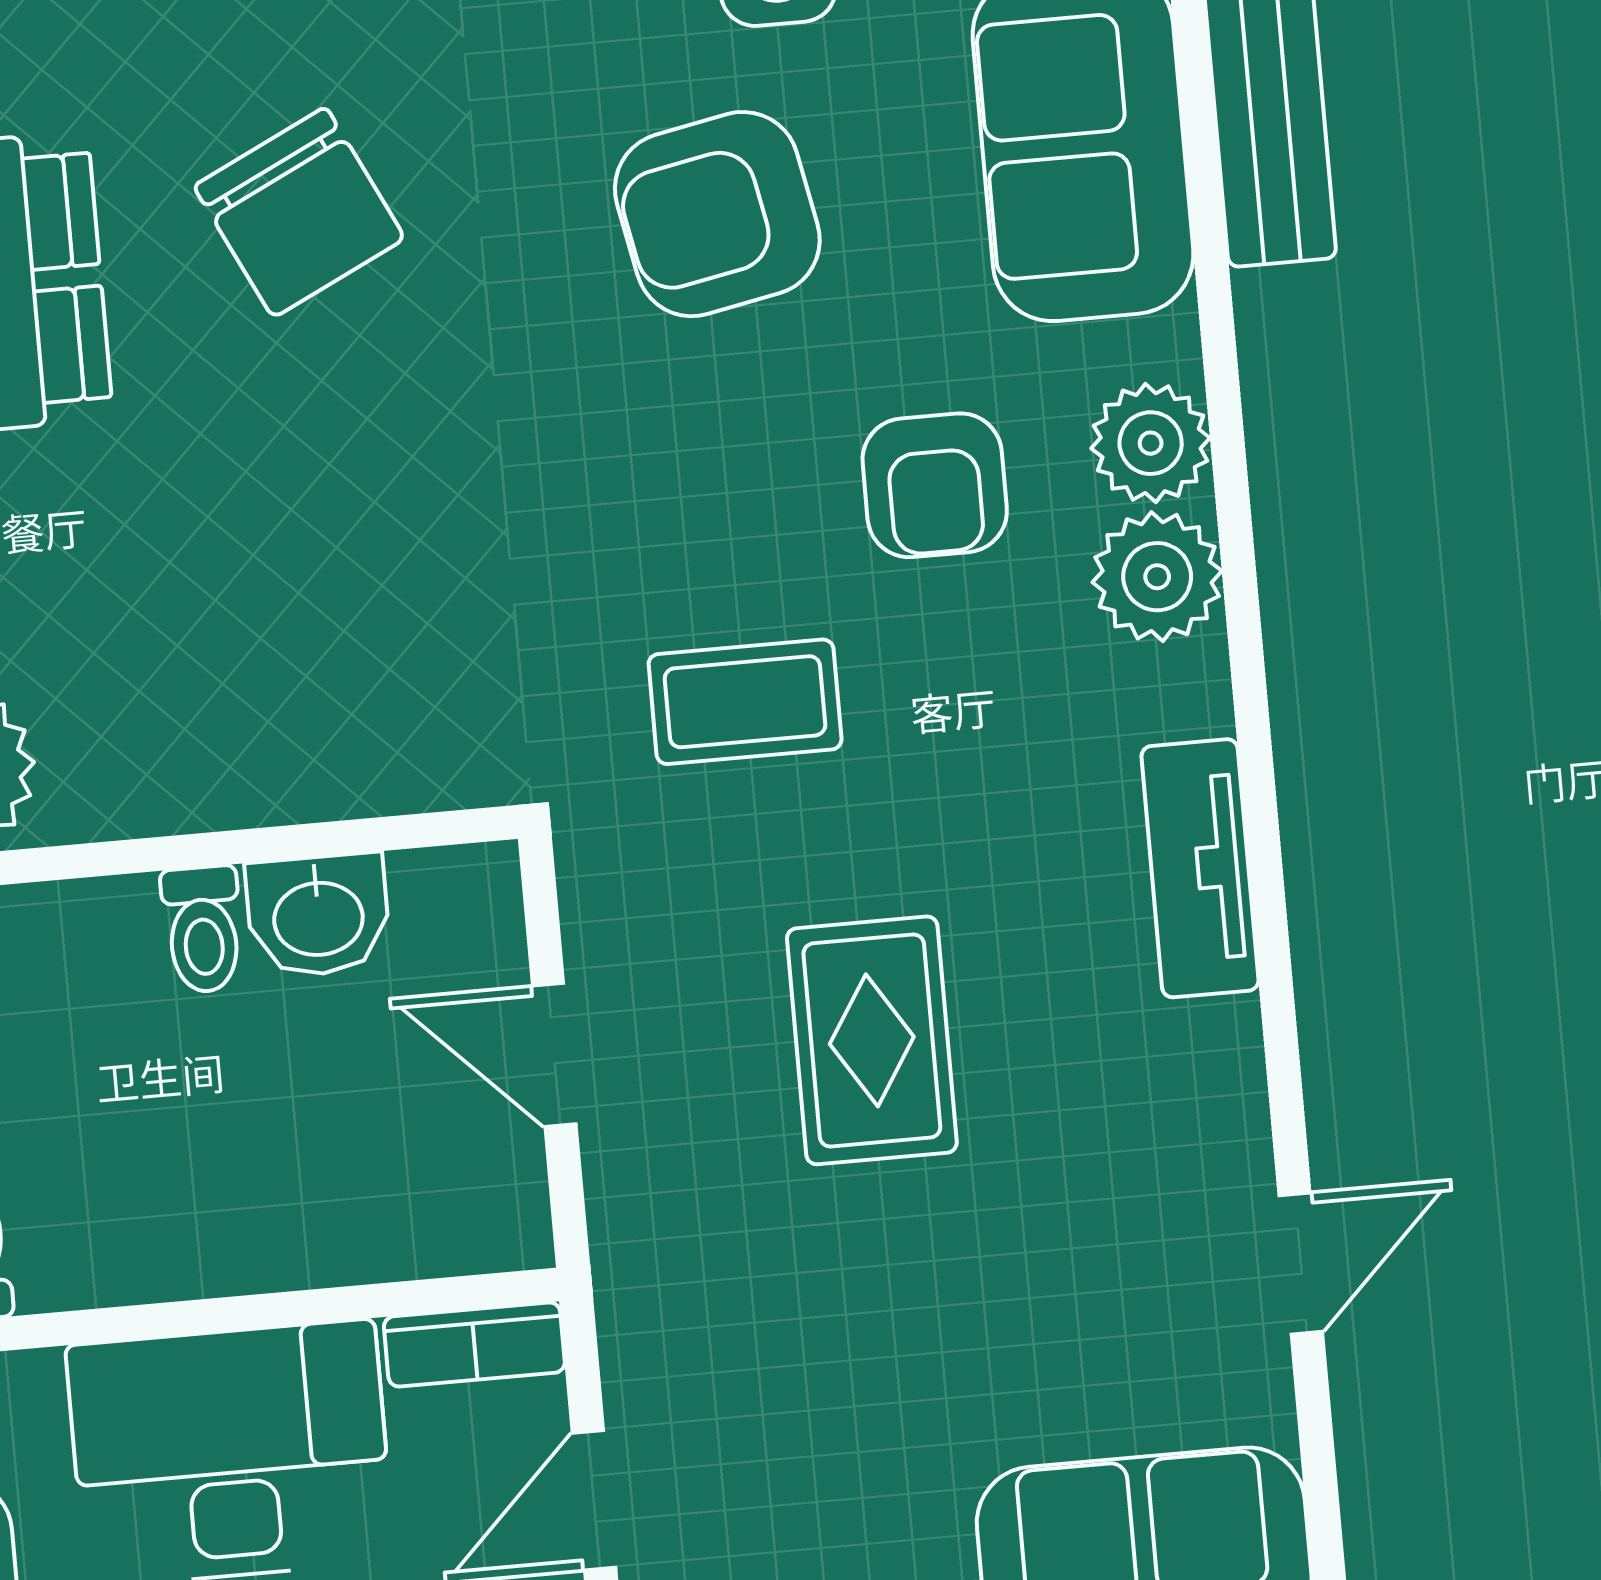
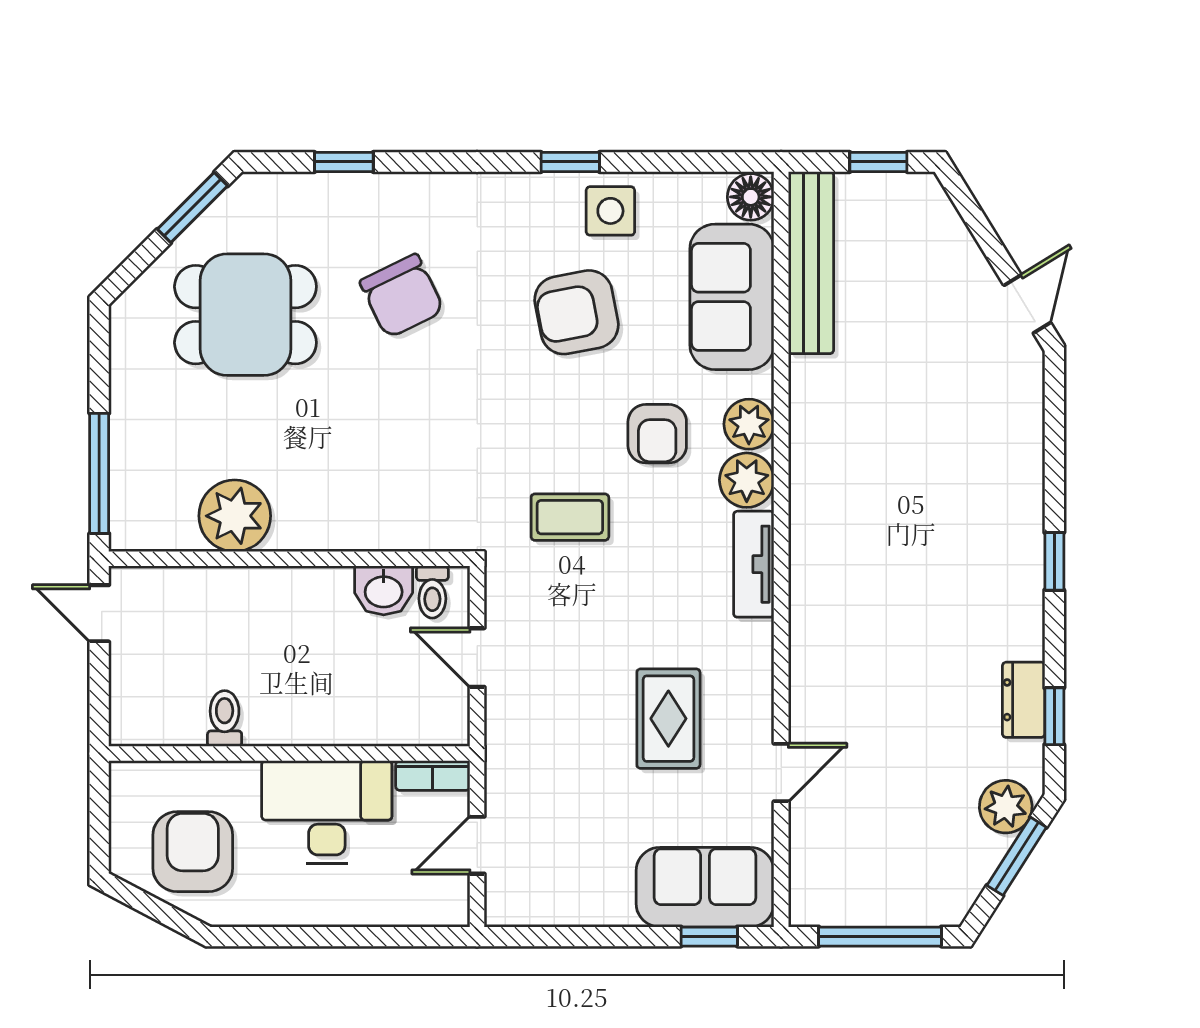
tv unit: (1200, 868) -> (754, 564), moved
toilet: (203, 929) -> (432, 592), moved
rug: (872, 1040) -> (668, 719), moved

